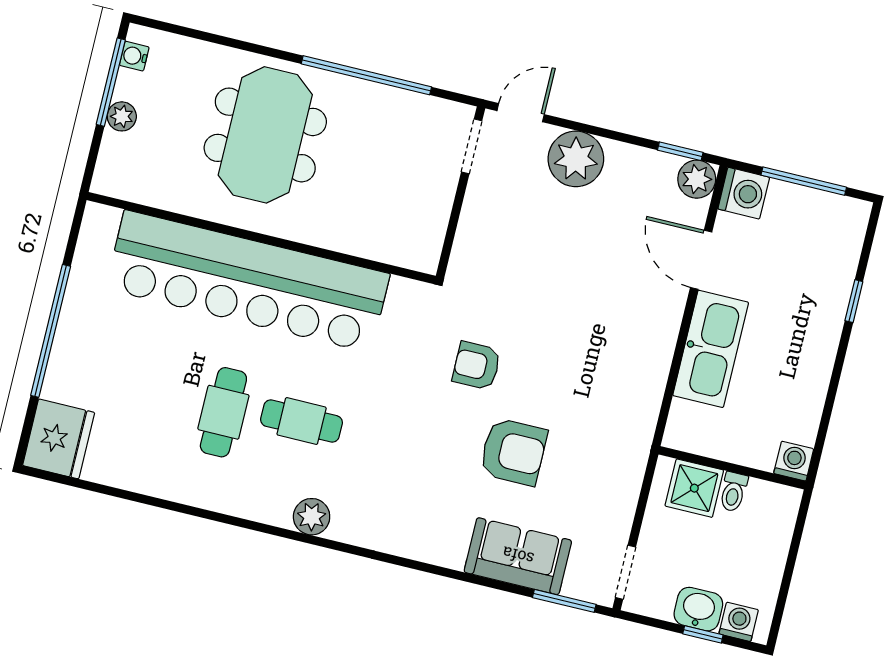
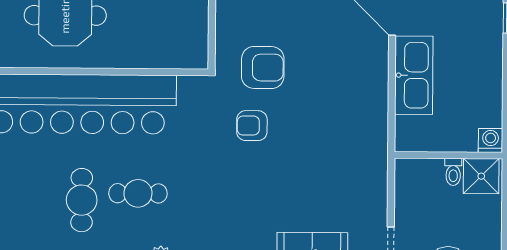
armchair: (513, 452) -> (263, 68), moved
shower: (694, 488) -> (481, 176), moved

